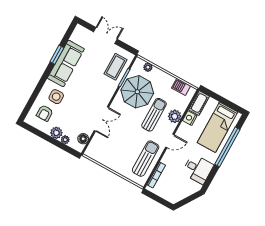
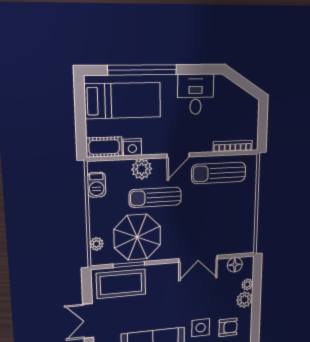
coffee table: (116, 67) -> (121, 284), width x1.36, depth x1.32
double door: (101, 119) -> (198, 259), swing flipped
door: (170, 141) -> (178, 155), swing flipped

